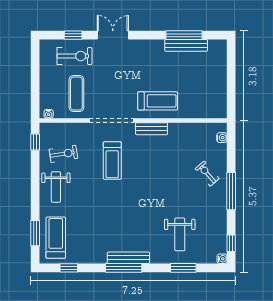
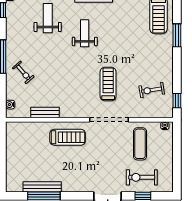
treadmill: (158, 101) -> (68, 137), turned 180
bench: (152, 129) -> (45, 112), moved
weight bench: (56, 187) -> (85, 33), moved
window: (35, 233) -> (177, 35), moved

